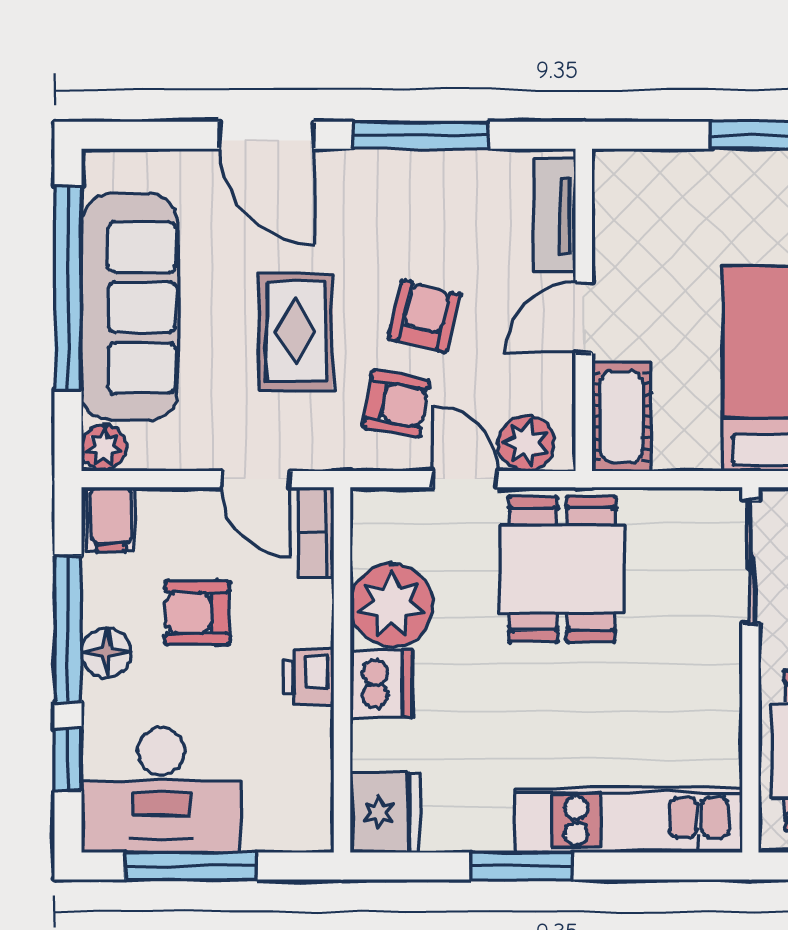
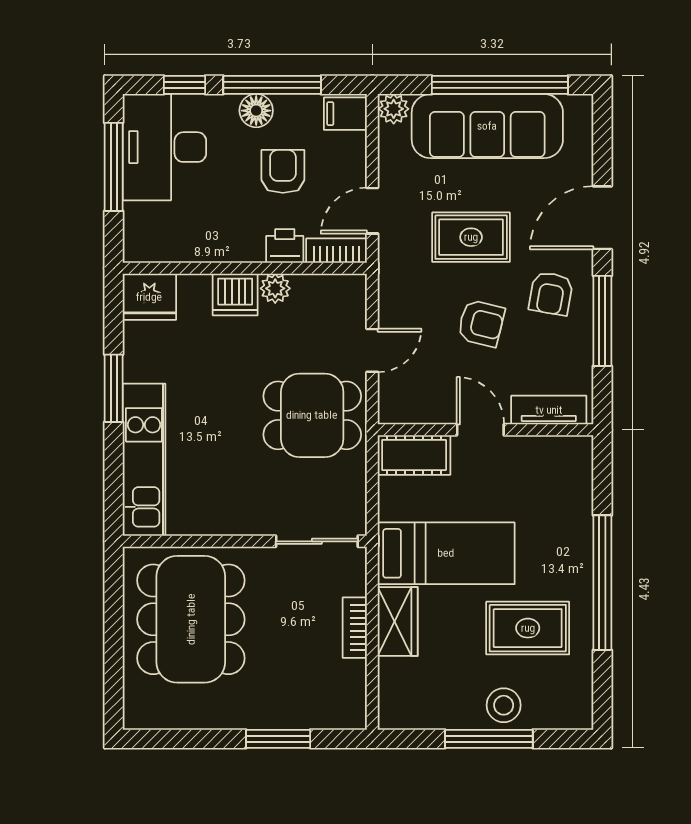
armchair: (396, 403) -> (551, 294), moved
plant: (526, 443) -> (397, 391), removed
plant: (392, 605) -> (275, 288), width x0.53, depth x0.53
printer: (309, 677) -> (285, 246), moved

